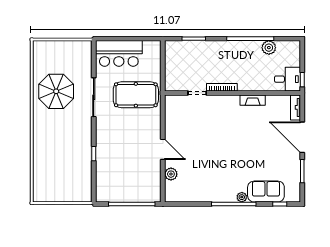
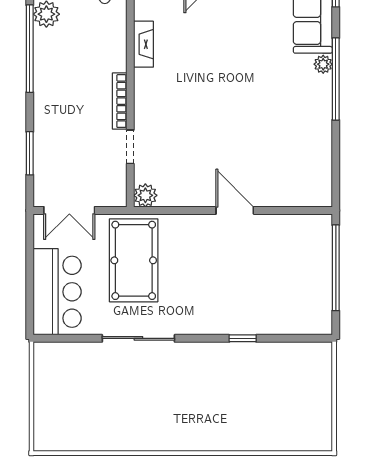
double door: (163, 60) -> (69, 210), added
parasol: (56, 91) -> (127, 408), removed
door: (163, 149) -> (235, 210), hinge flipped
plant: (171, 174) -> (145, 195), moved

